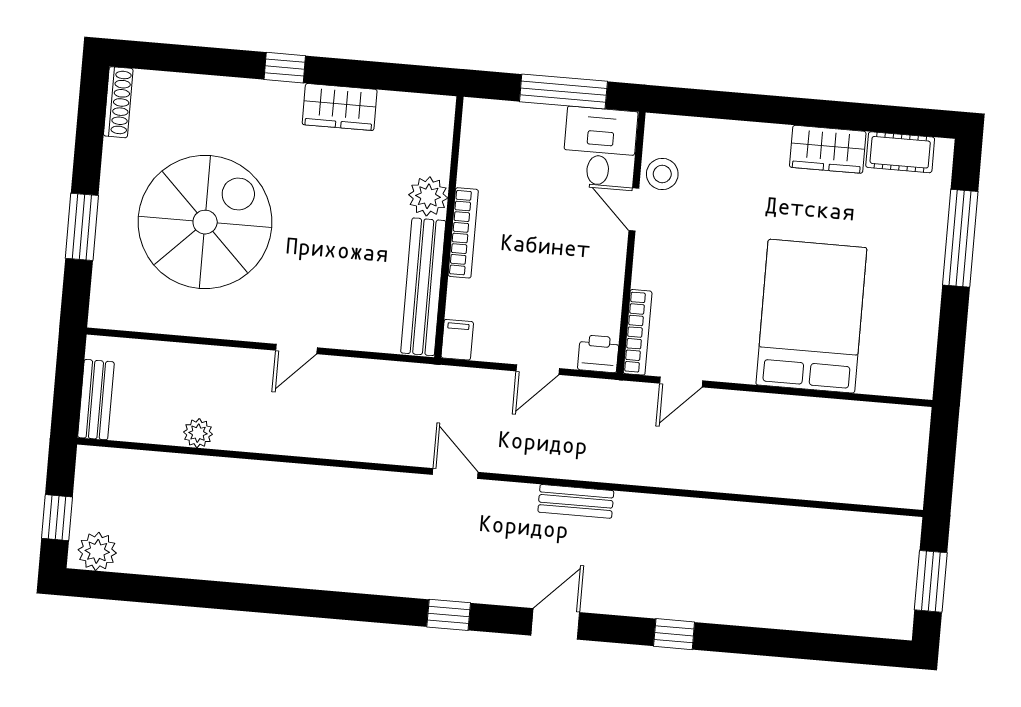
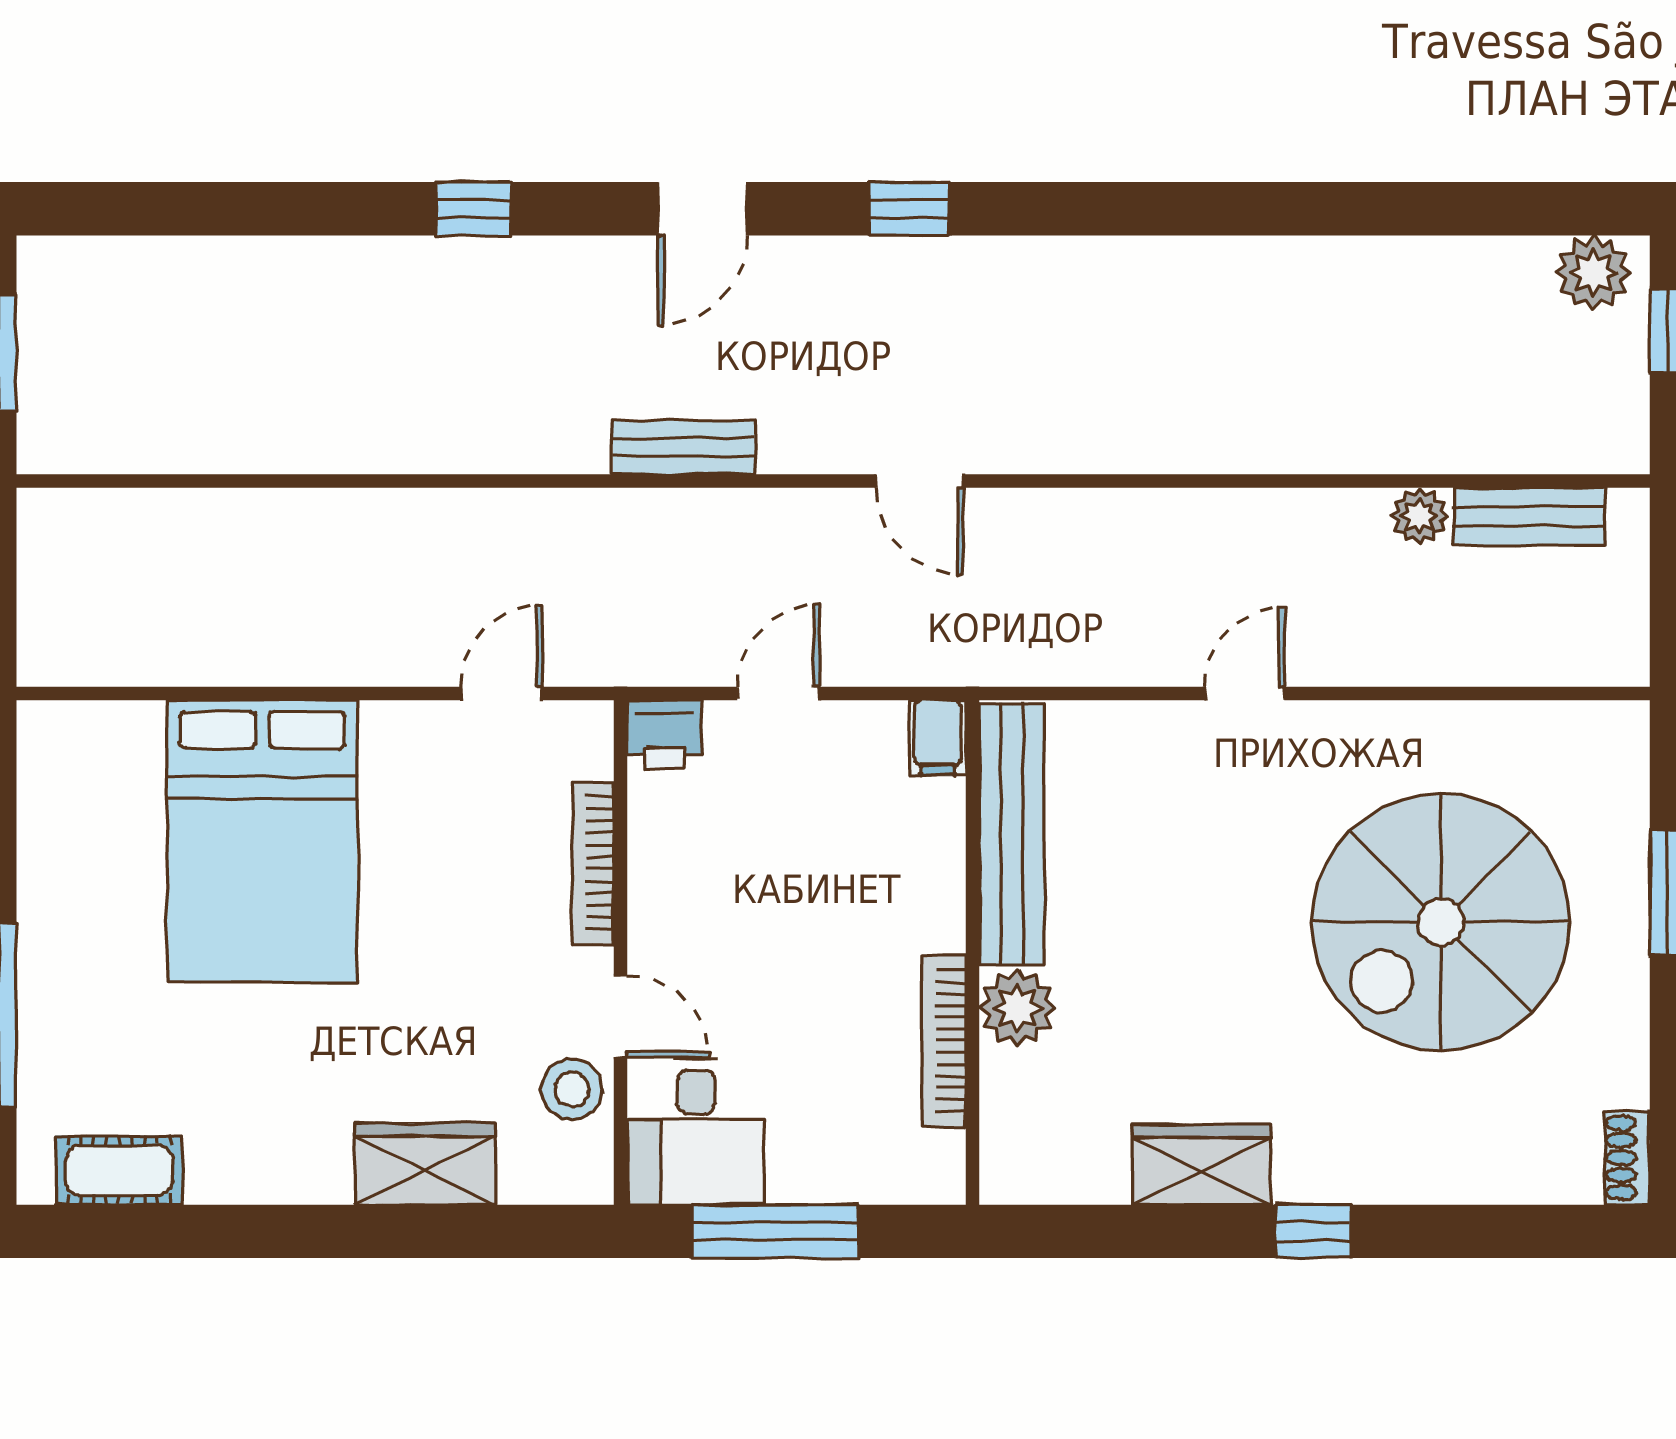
shoe rack: (118, 102) -> (1627, 1158), width x0.70
wardrobe: (828, 149) -> (425, 1164), moved
bookcase: (463, 233) -> (944, 1041), moved
bookcase: (638, 332) -> (593, 863), moved
bench: (96, 400) -> (1529, 517), moved, turned 90

